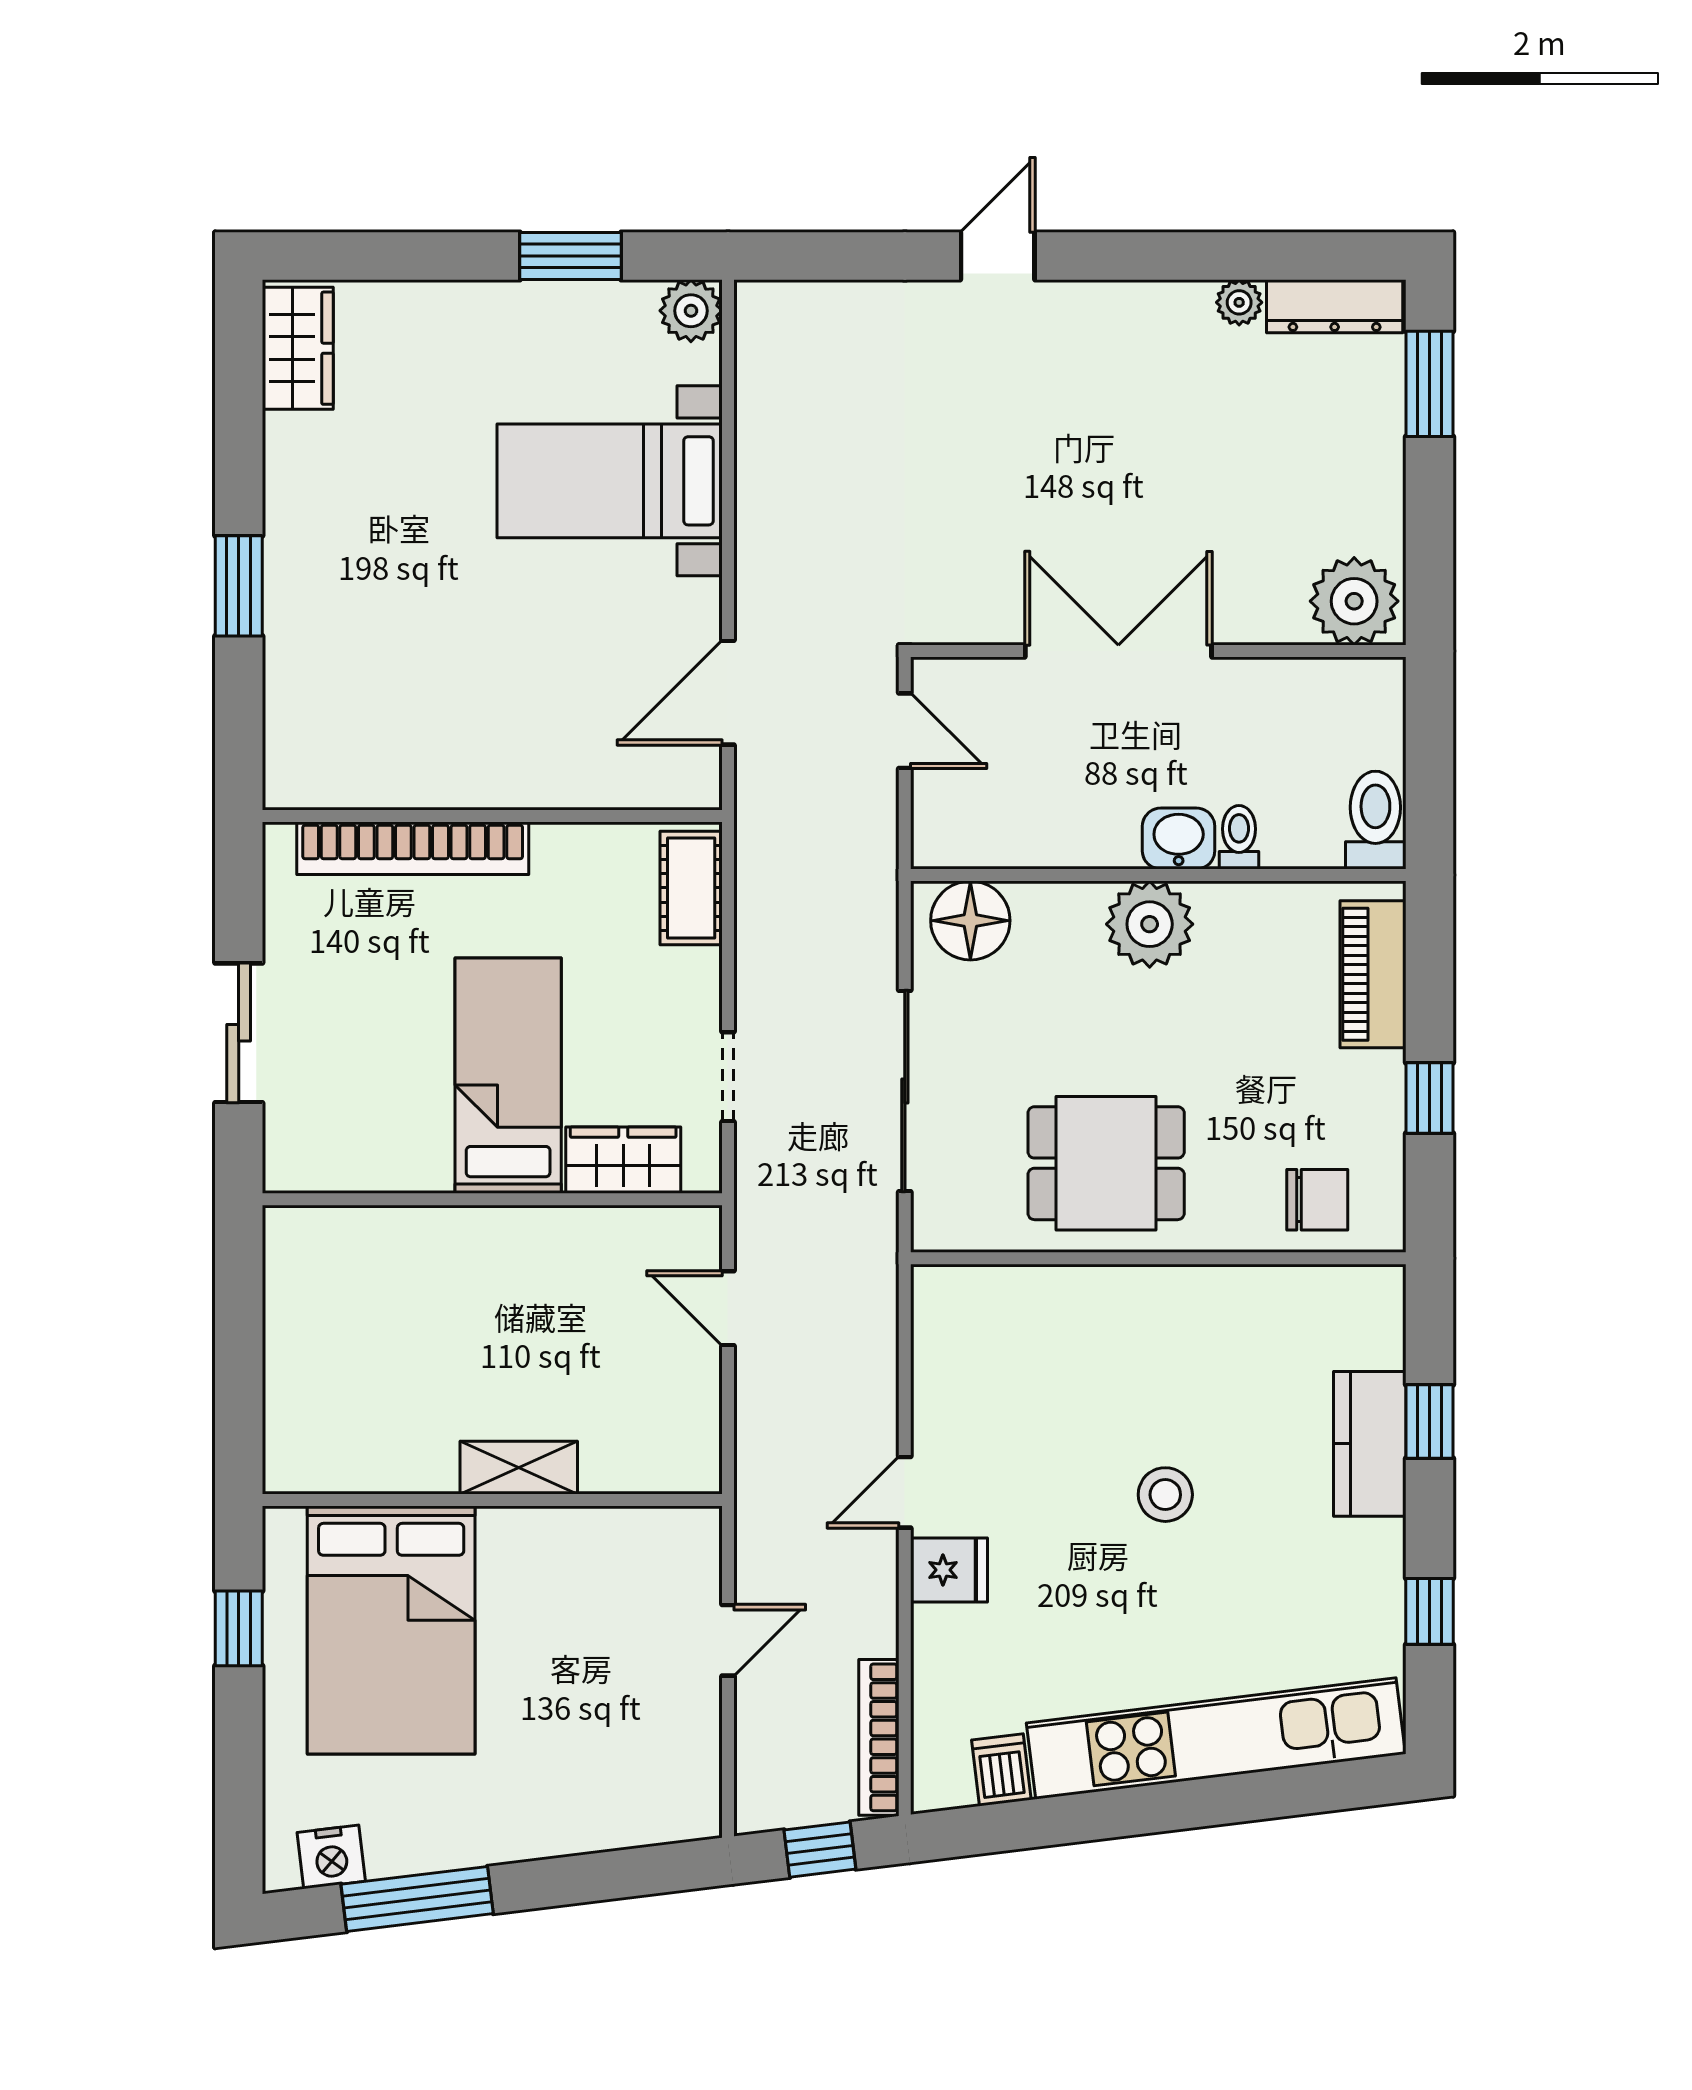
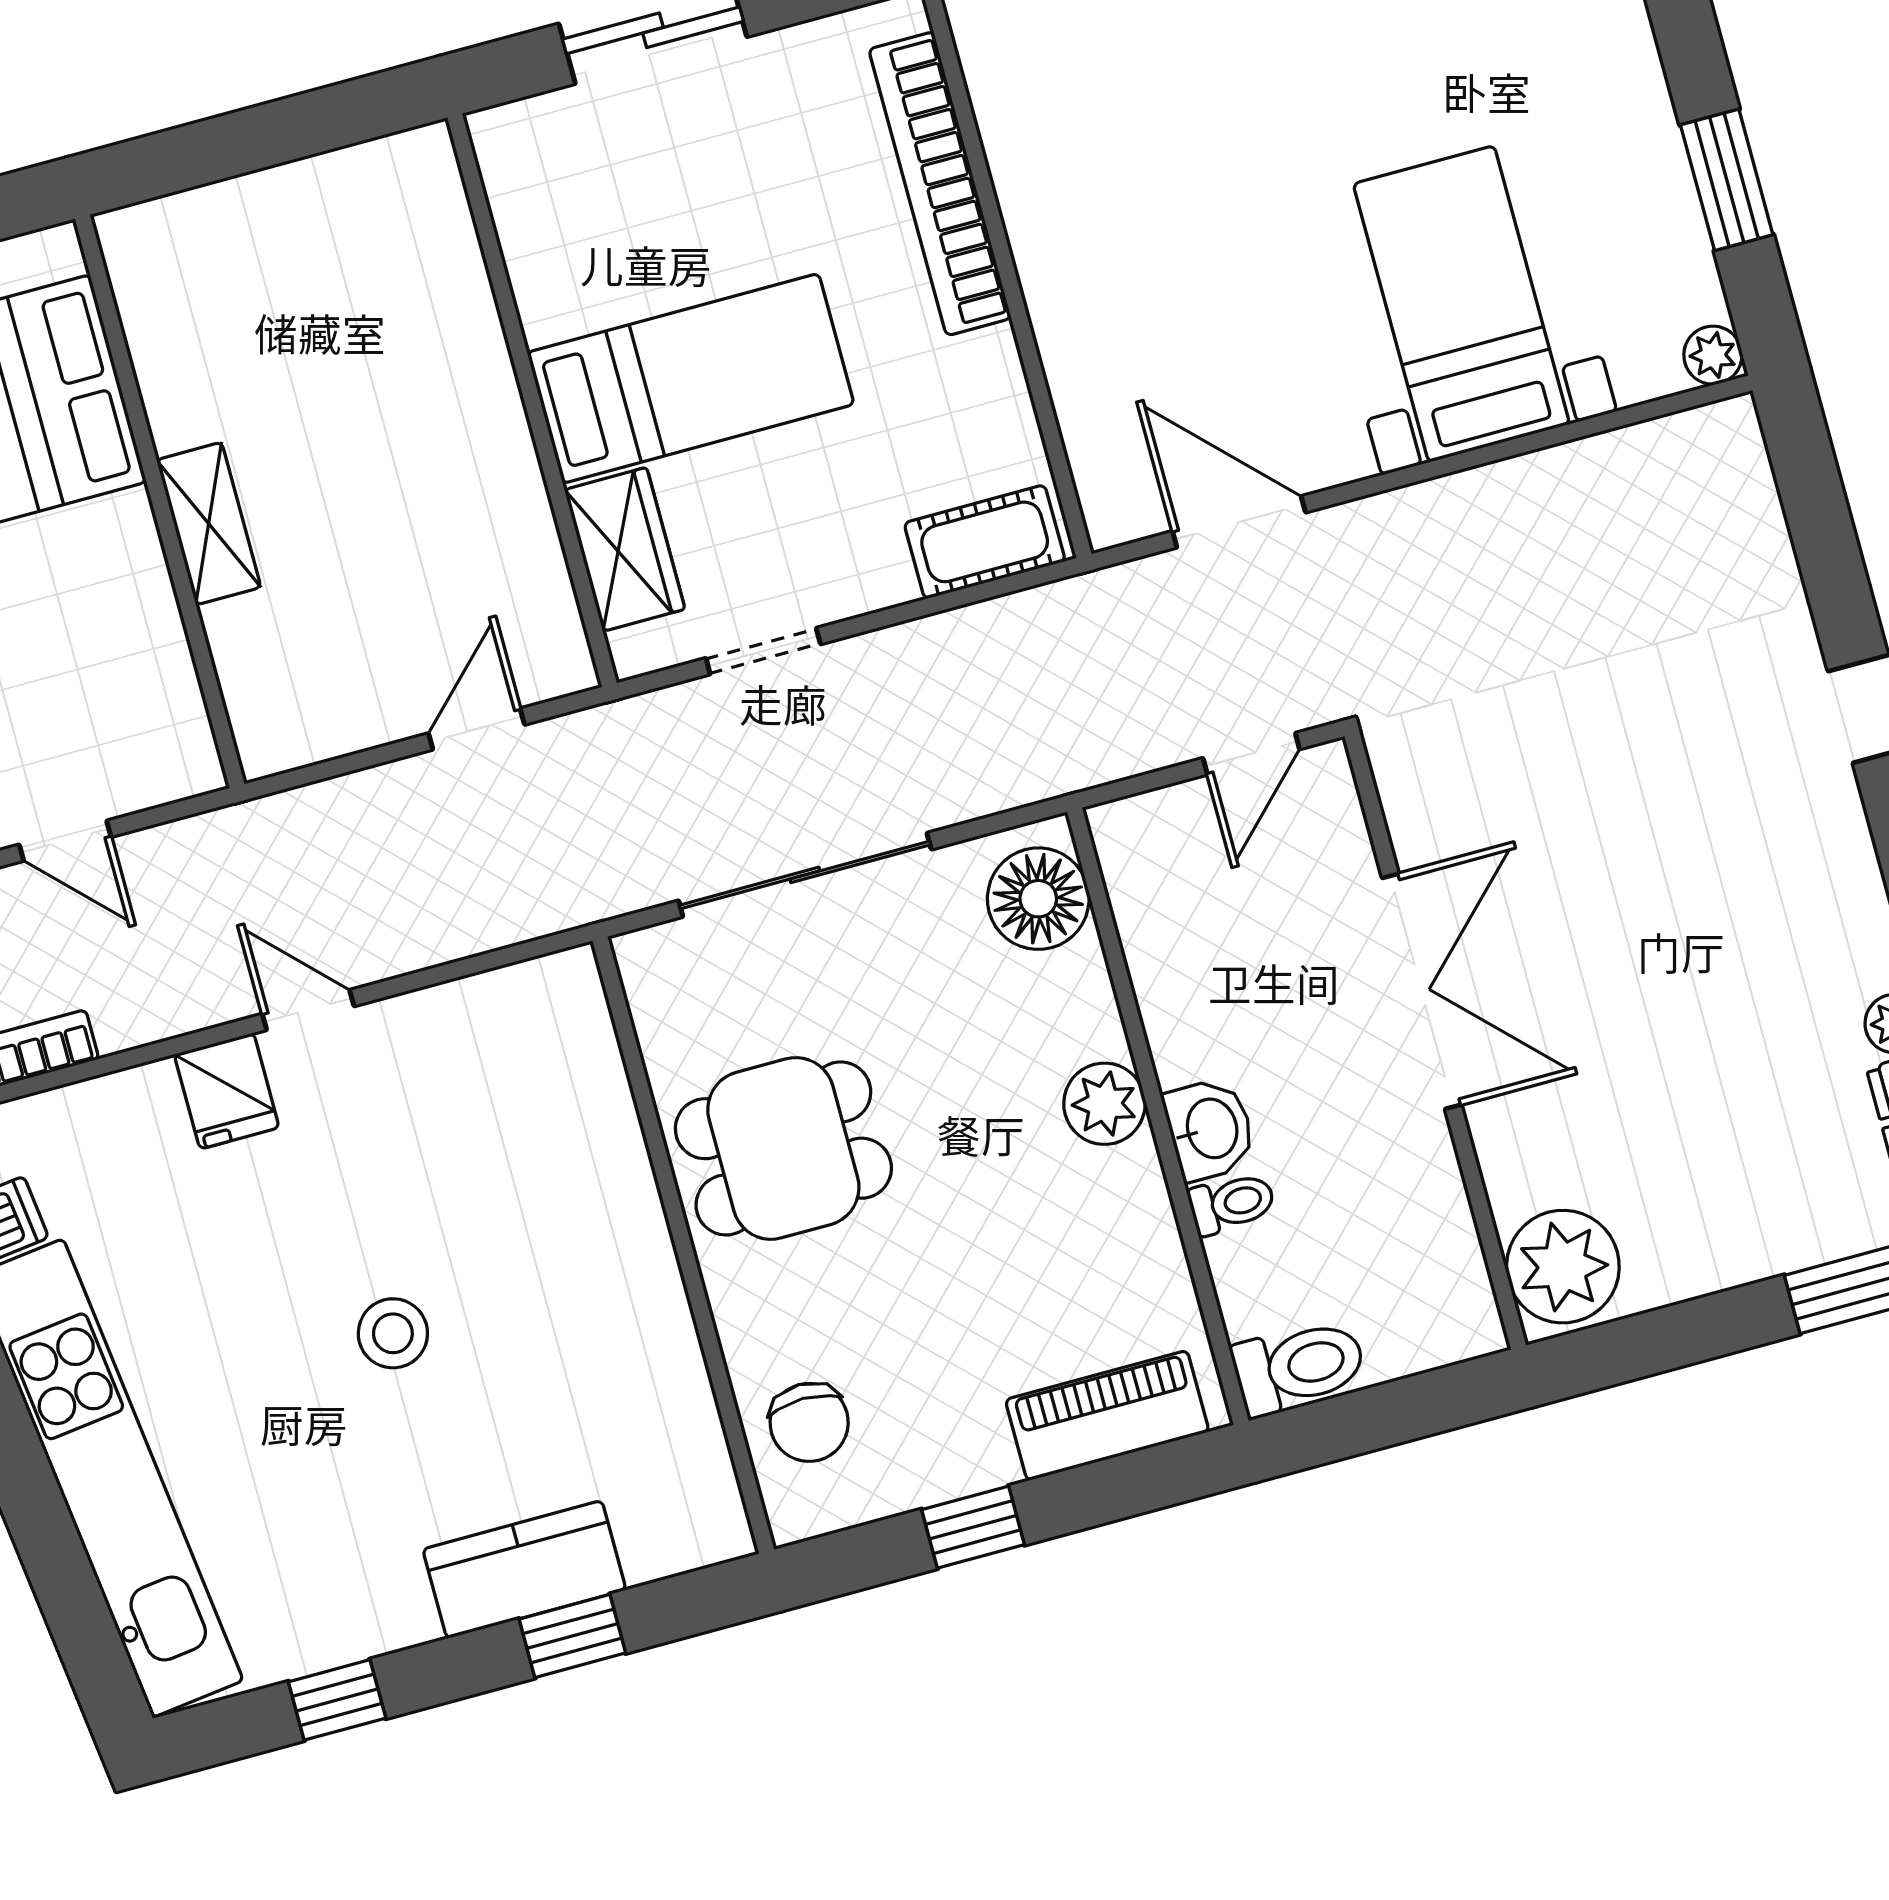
plant: (691, 311) -> (1713, 355), width x0.73, depth x0.73
plant: (1150, 924) -> (1104, 1104), width x0.73, depth x0.73
dining table: (1106, 1163) -> (783, 1148), turned 90

